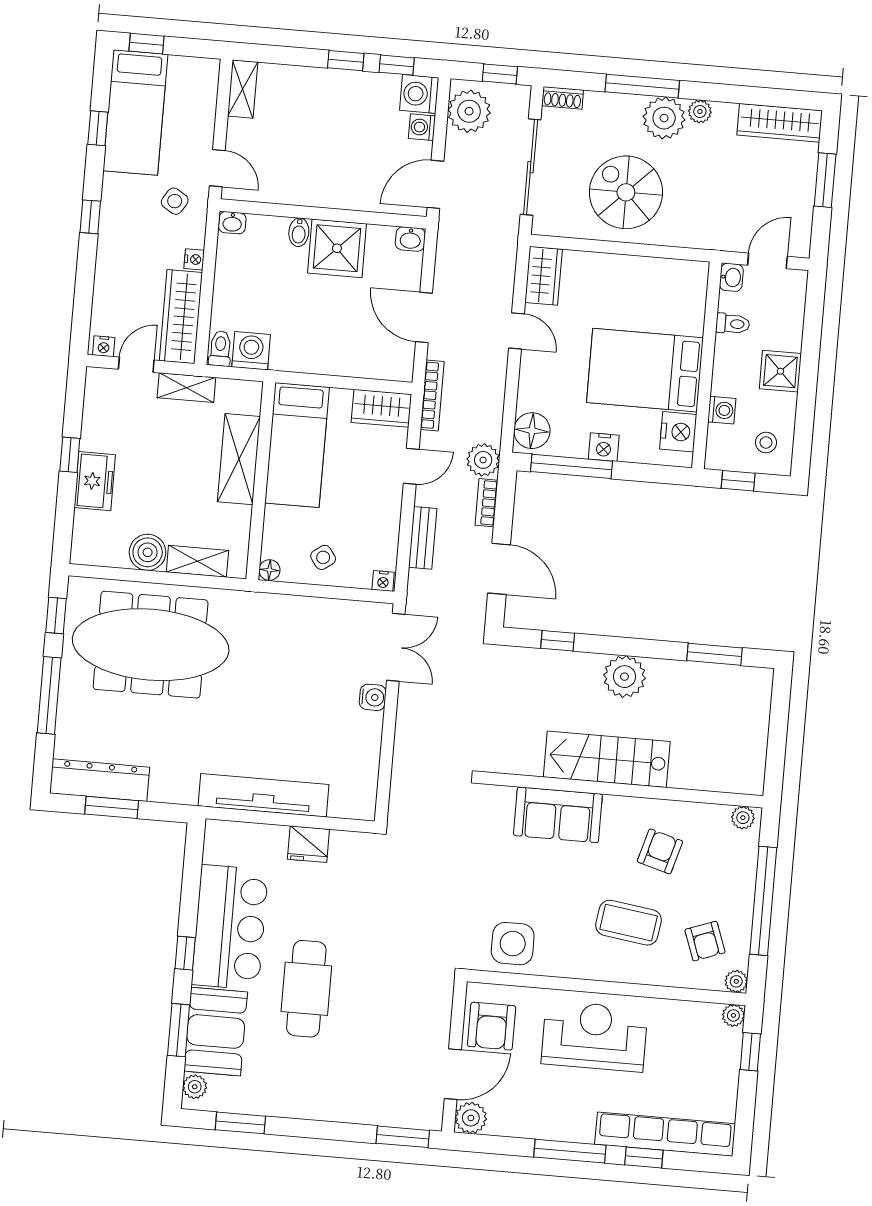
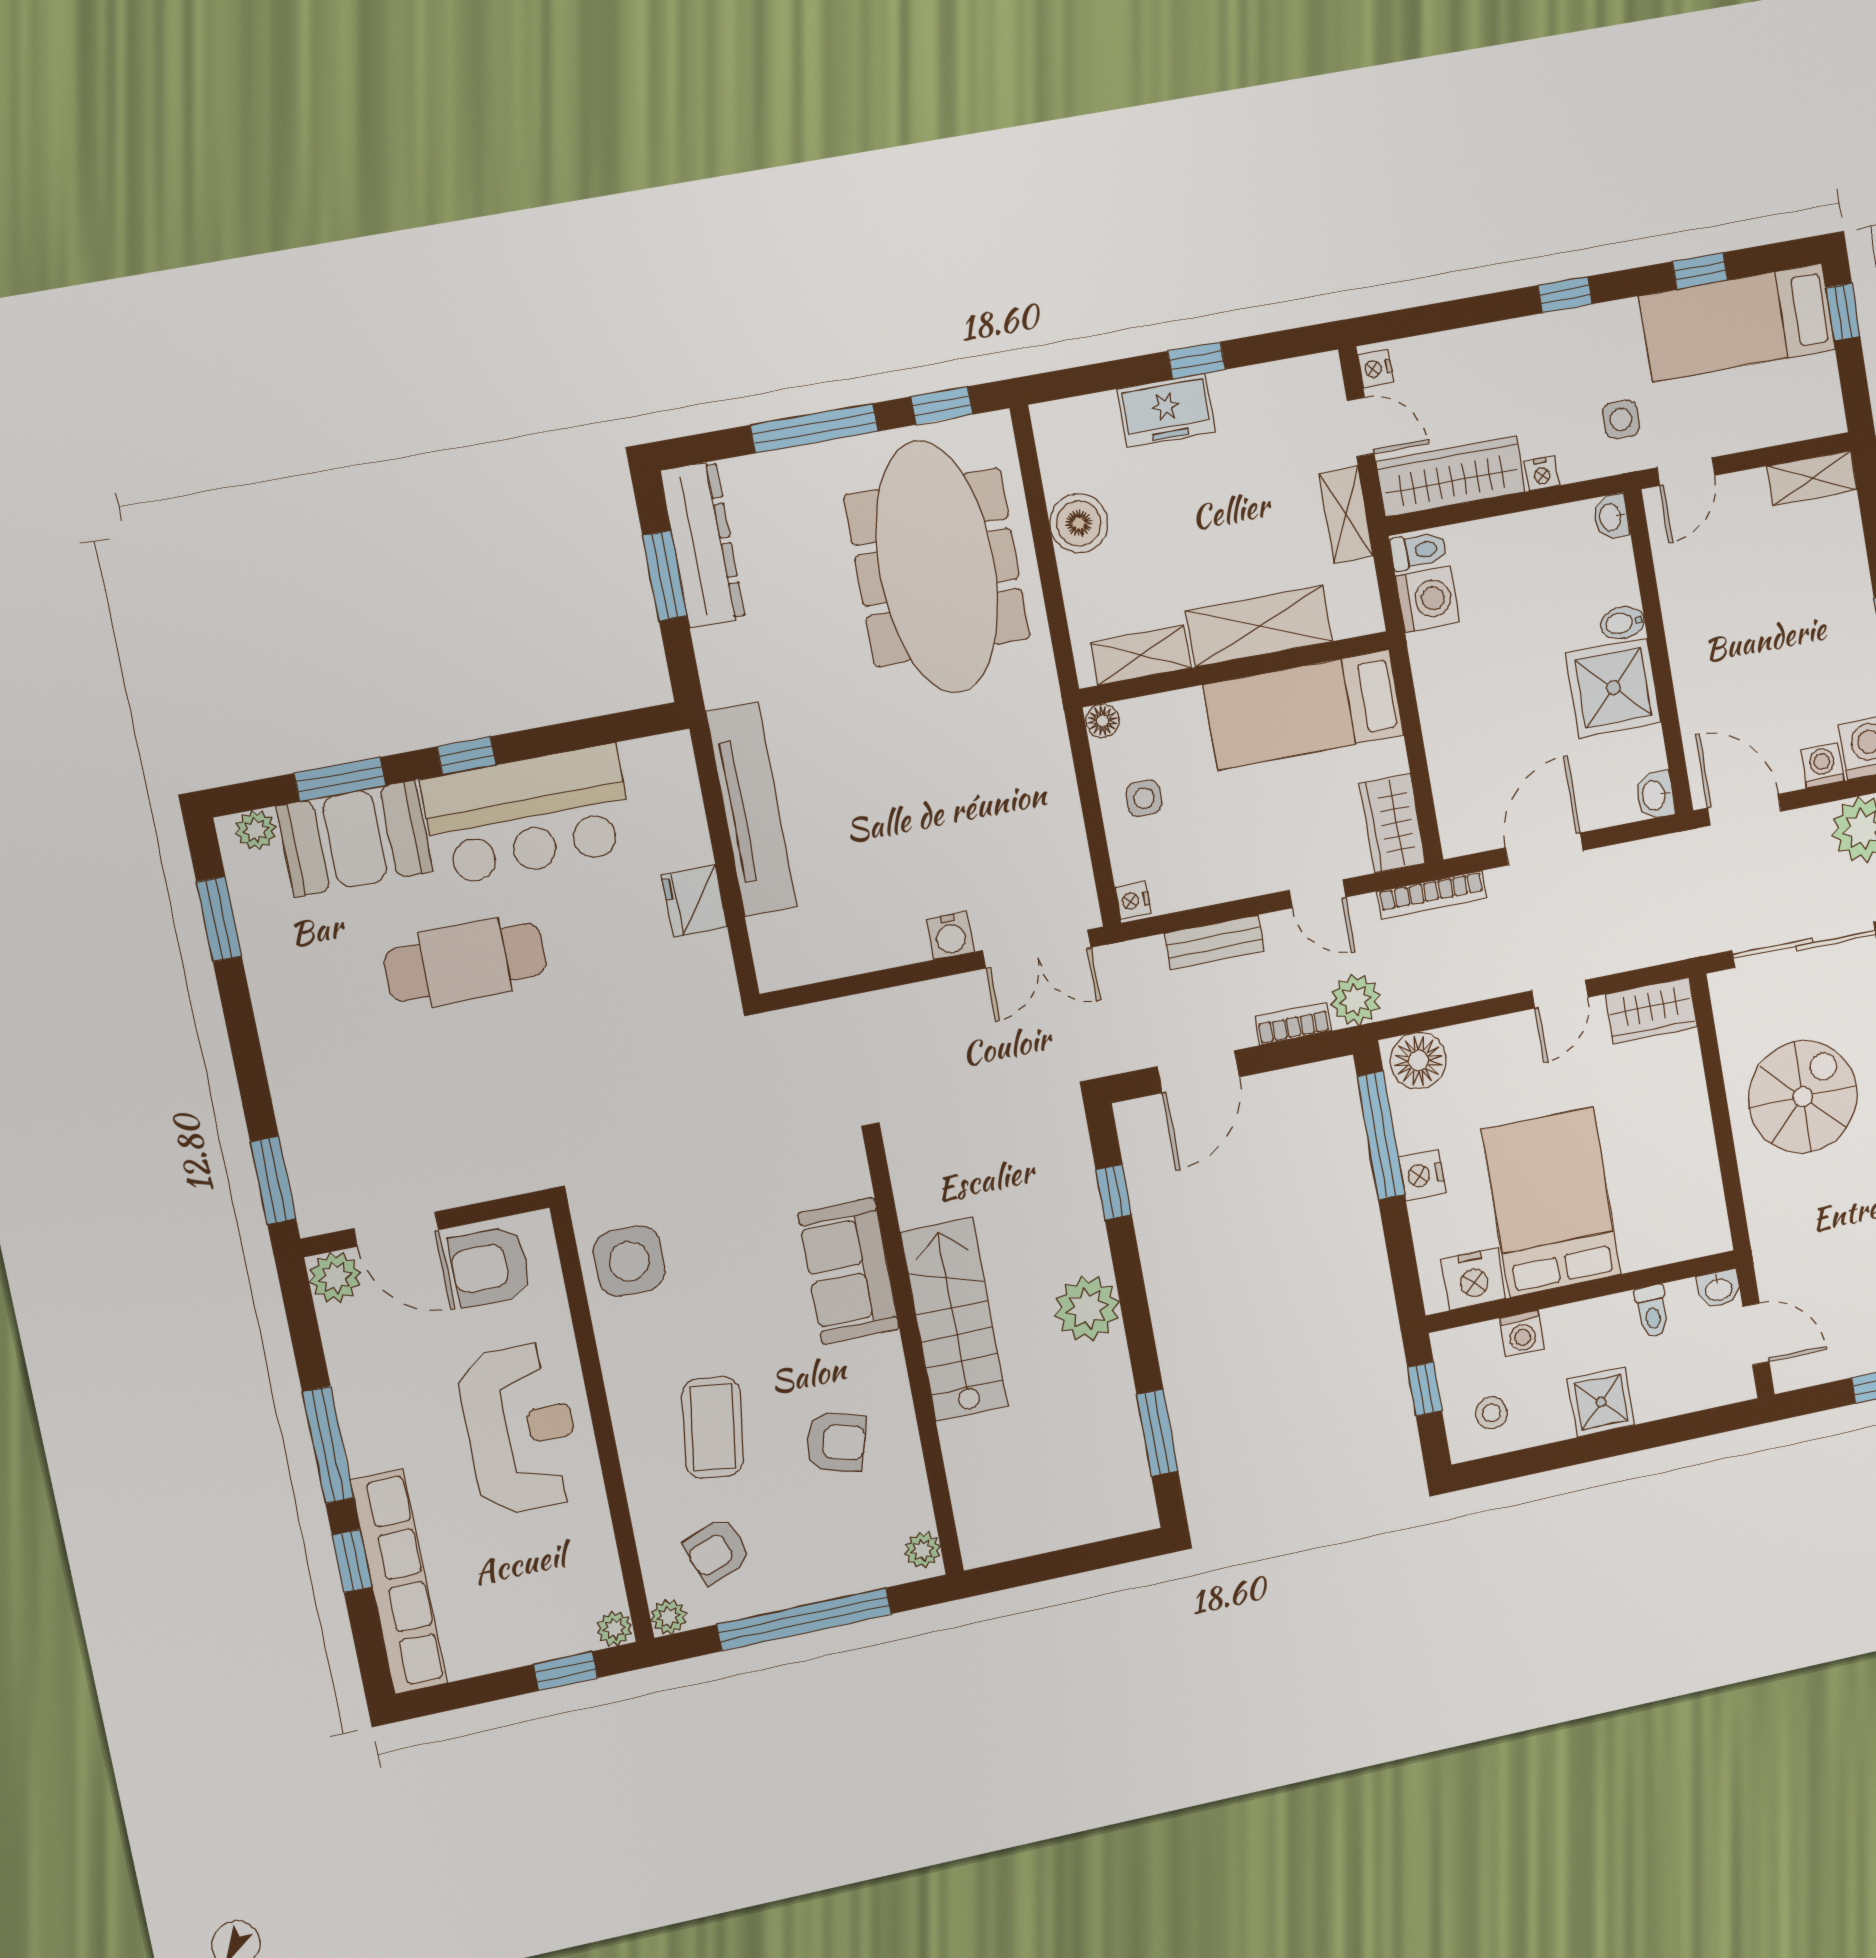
side table: (175, 201) -> (1621, 419), turned -32
side table: (323, 557) -> (1144, 798), turned 36
shelving: (197, 561) -> (1141, 655), moved, turned 90

